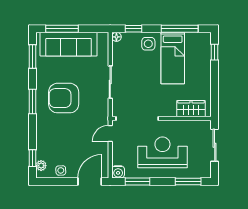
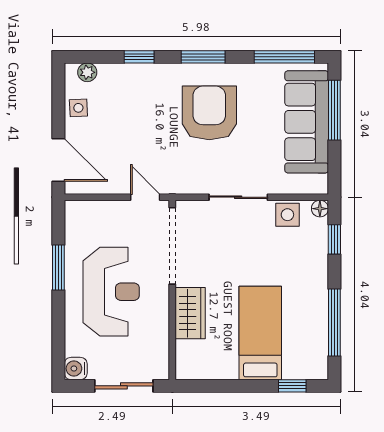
side table: (148, 44) -> (287, 215), moved
window: (33, 56) -> (284, 57), width x1.44
bed: (173, 58) -> (260, 333), moved, turned 90
wardrobe: (191, 109) -> (190, 313), moved
window: (33, 158) -> (139, 57), moved
water cooler: (118, 172) -> (76, 368), moved
window: (137, 181) -> (58, 268), moved
window: (188, 181) -> (58, 338), removed

